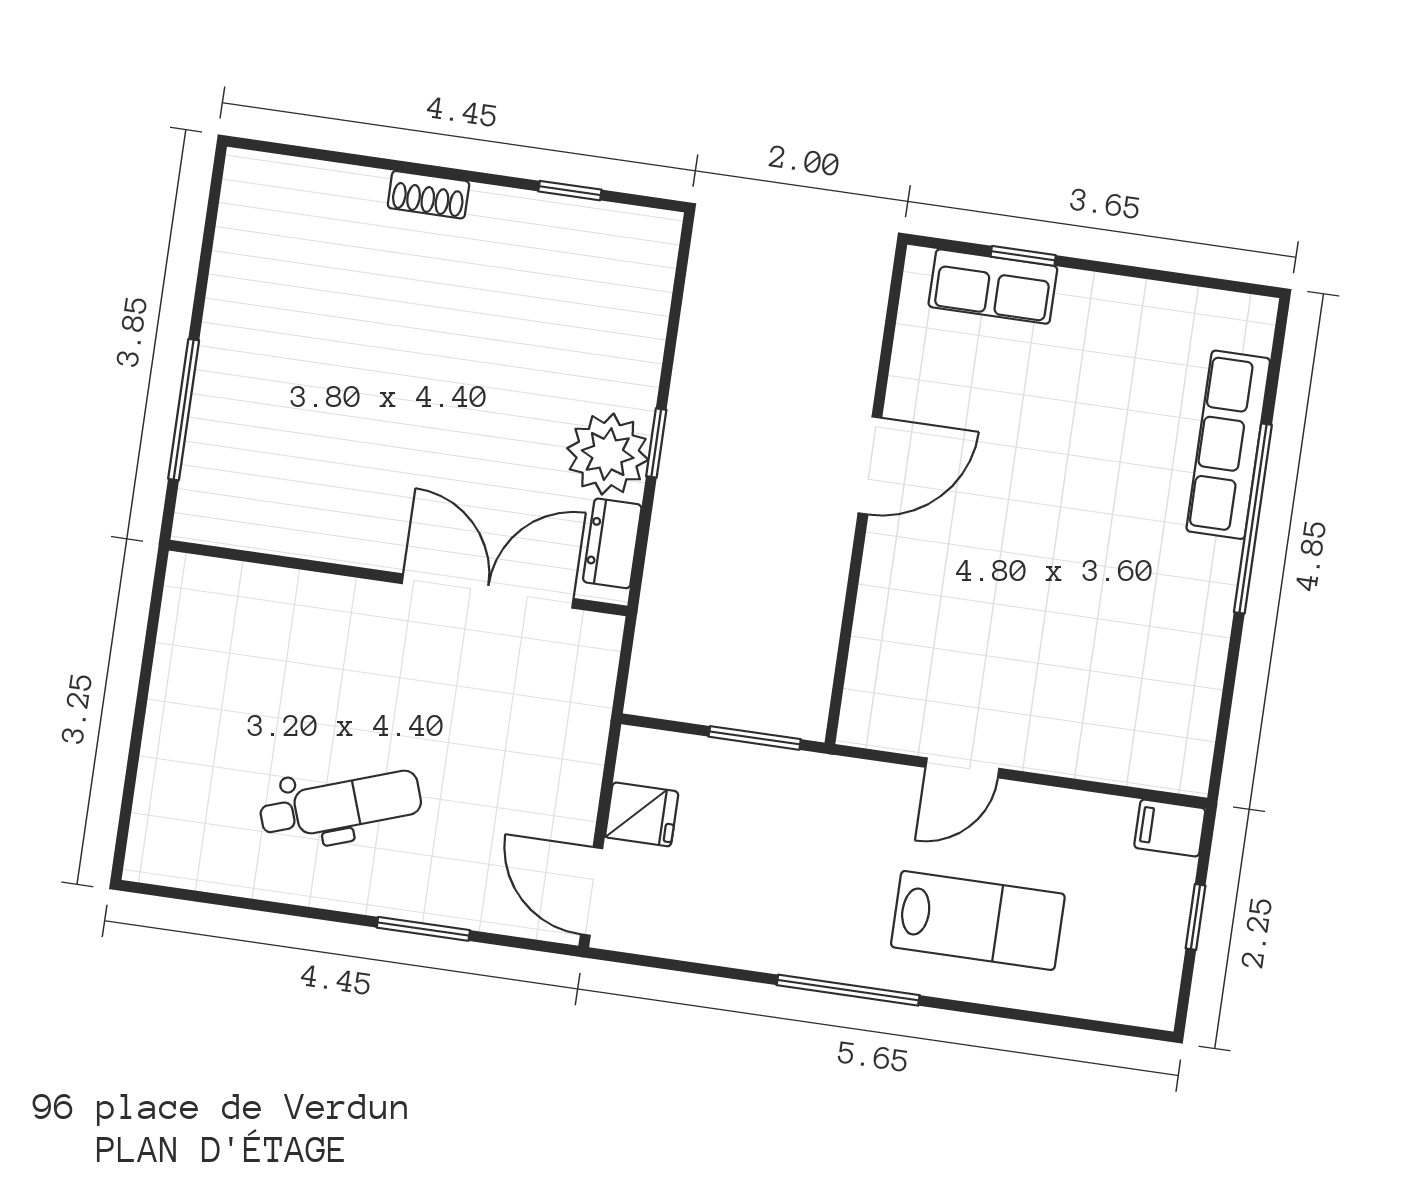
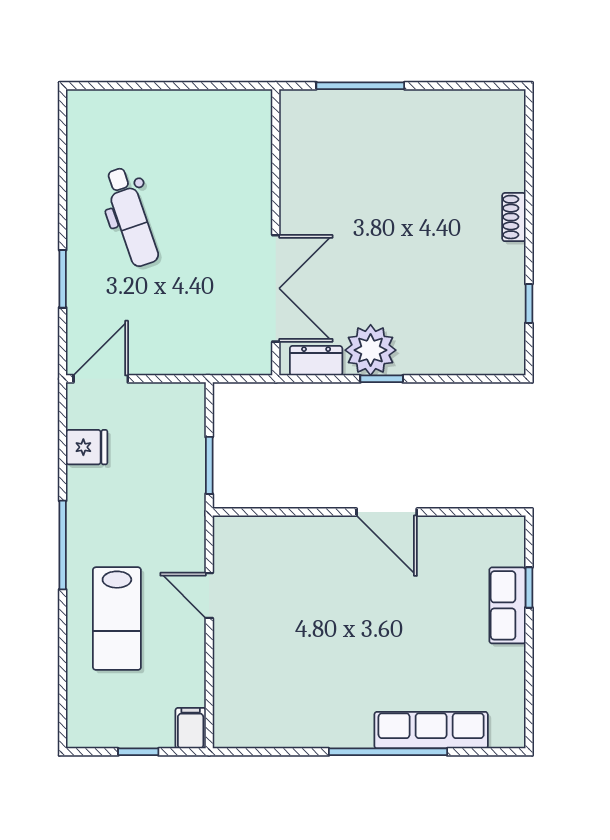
row of seats: (993, 287) -> (507, 605), moved
fridge: (642, 814) -> (87, 447), moved, turned -90

